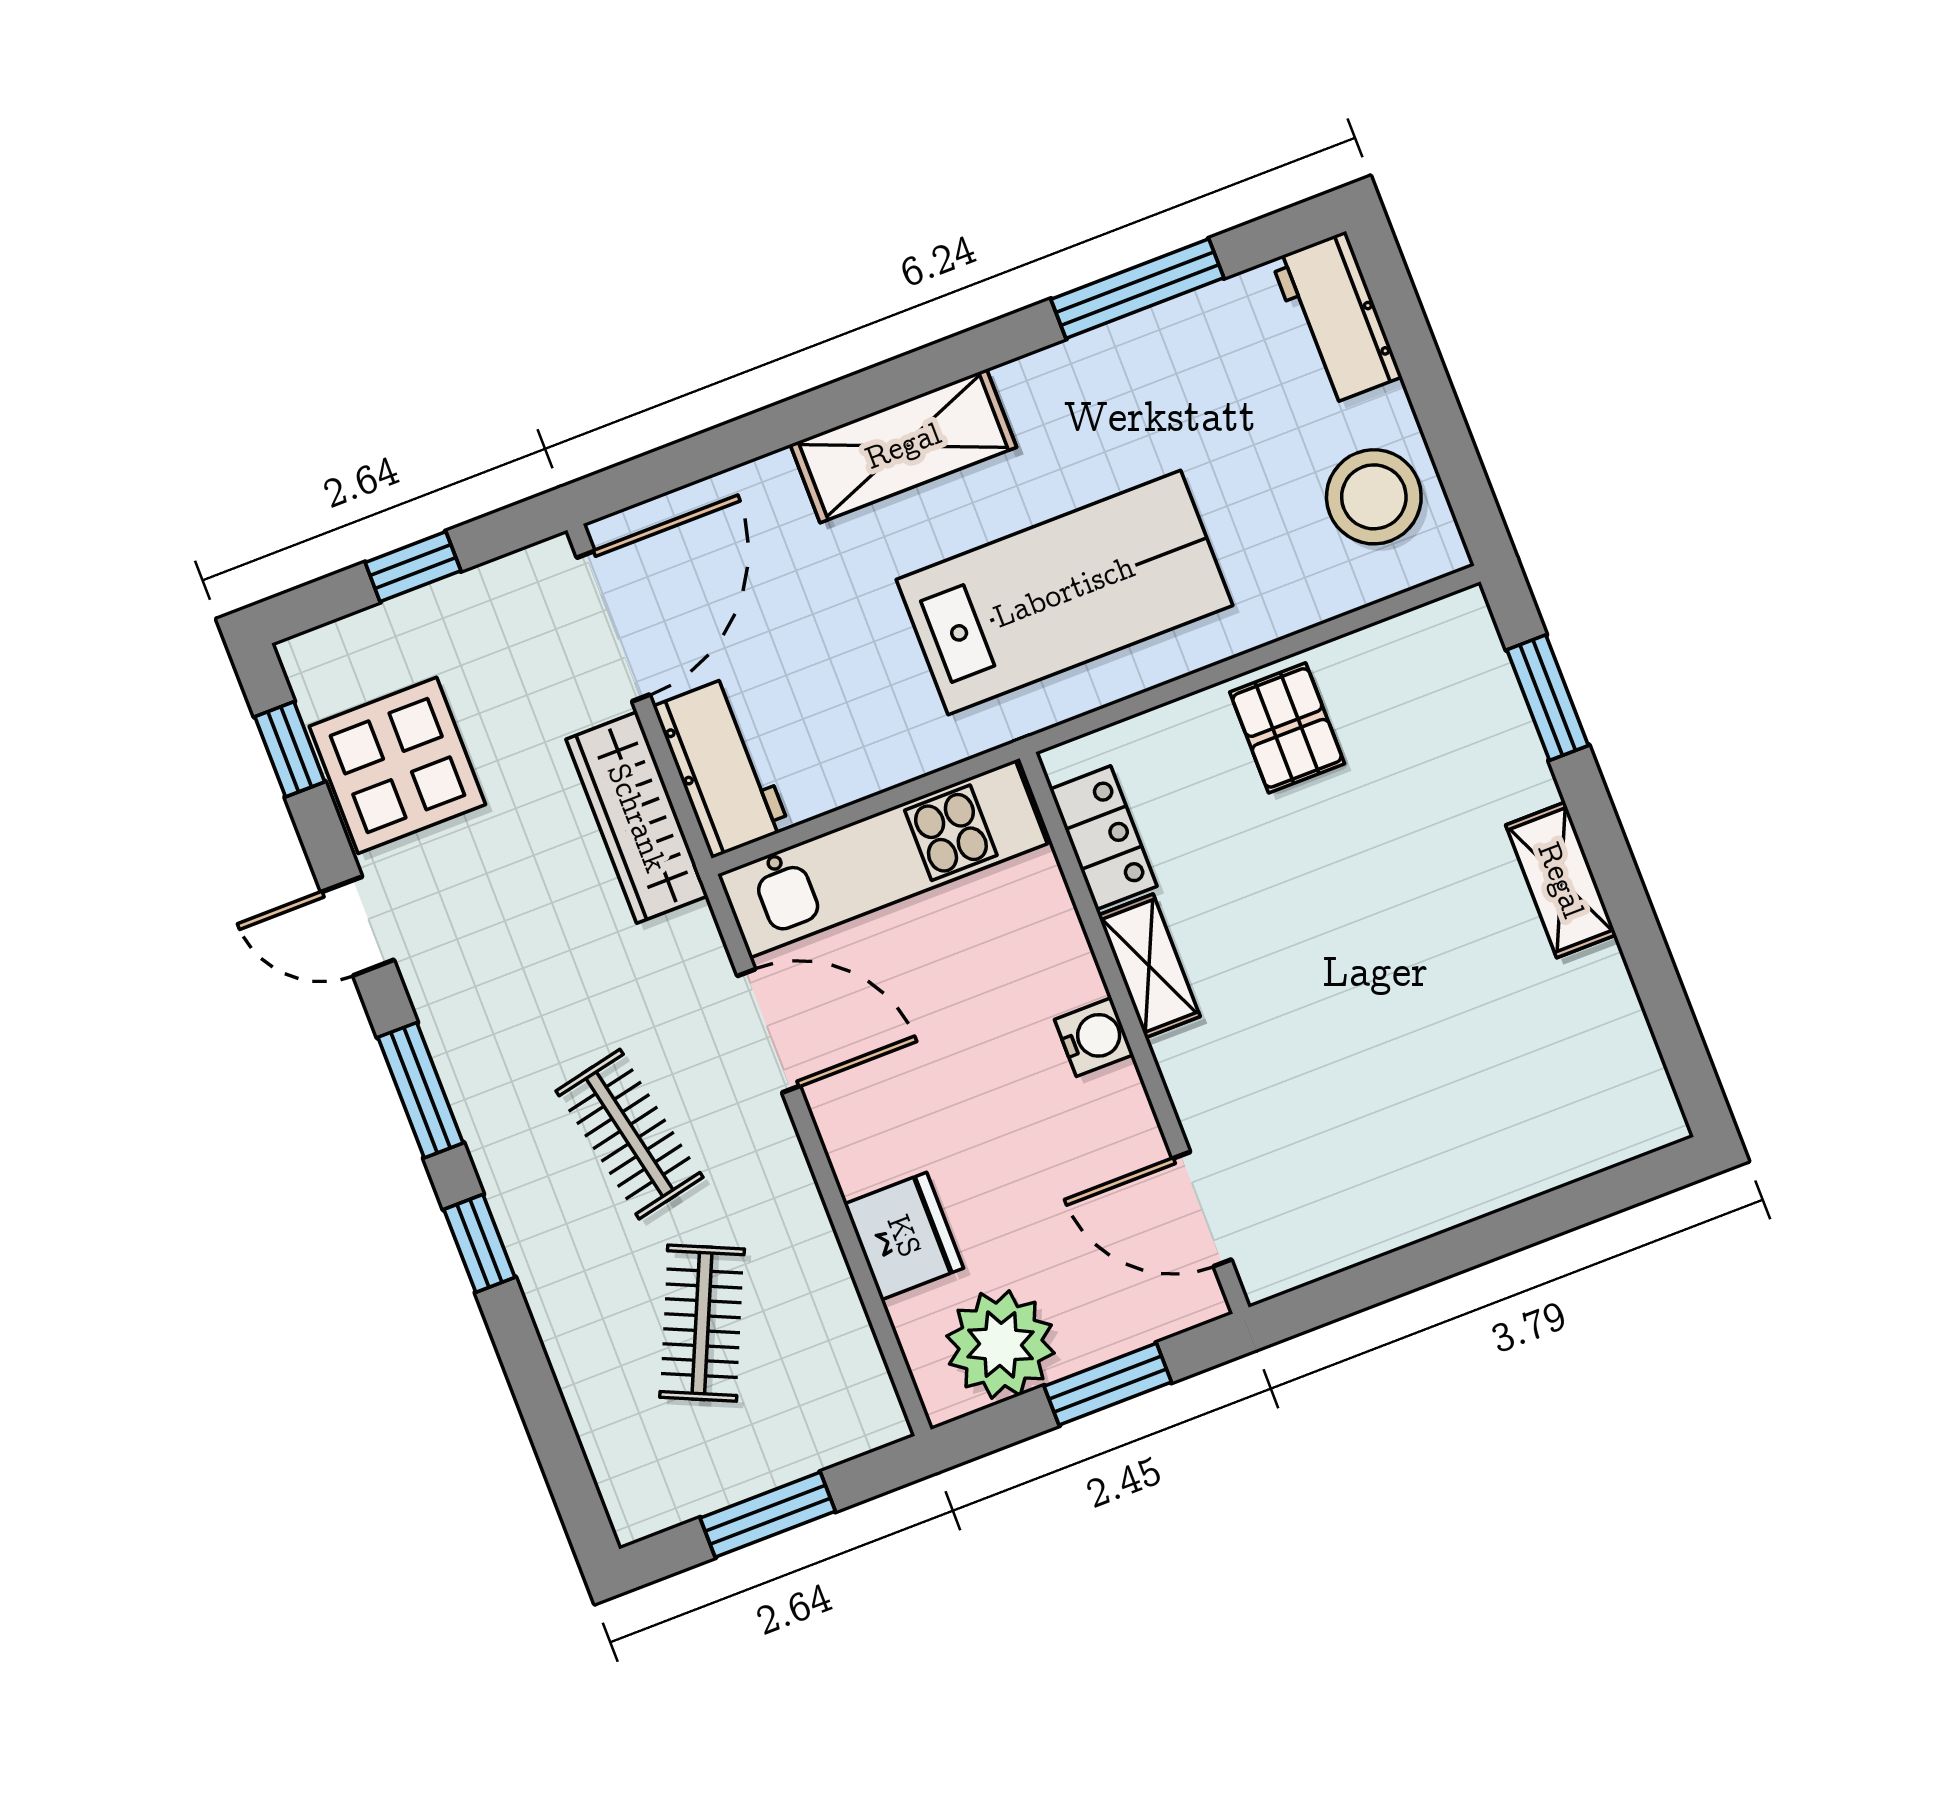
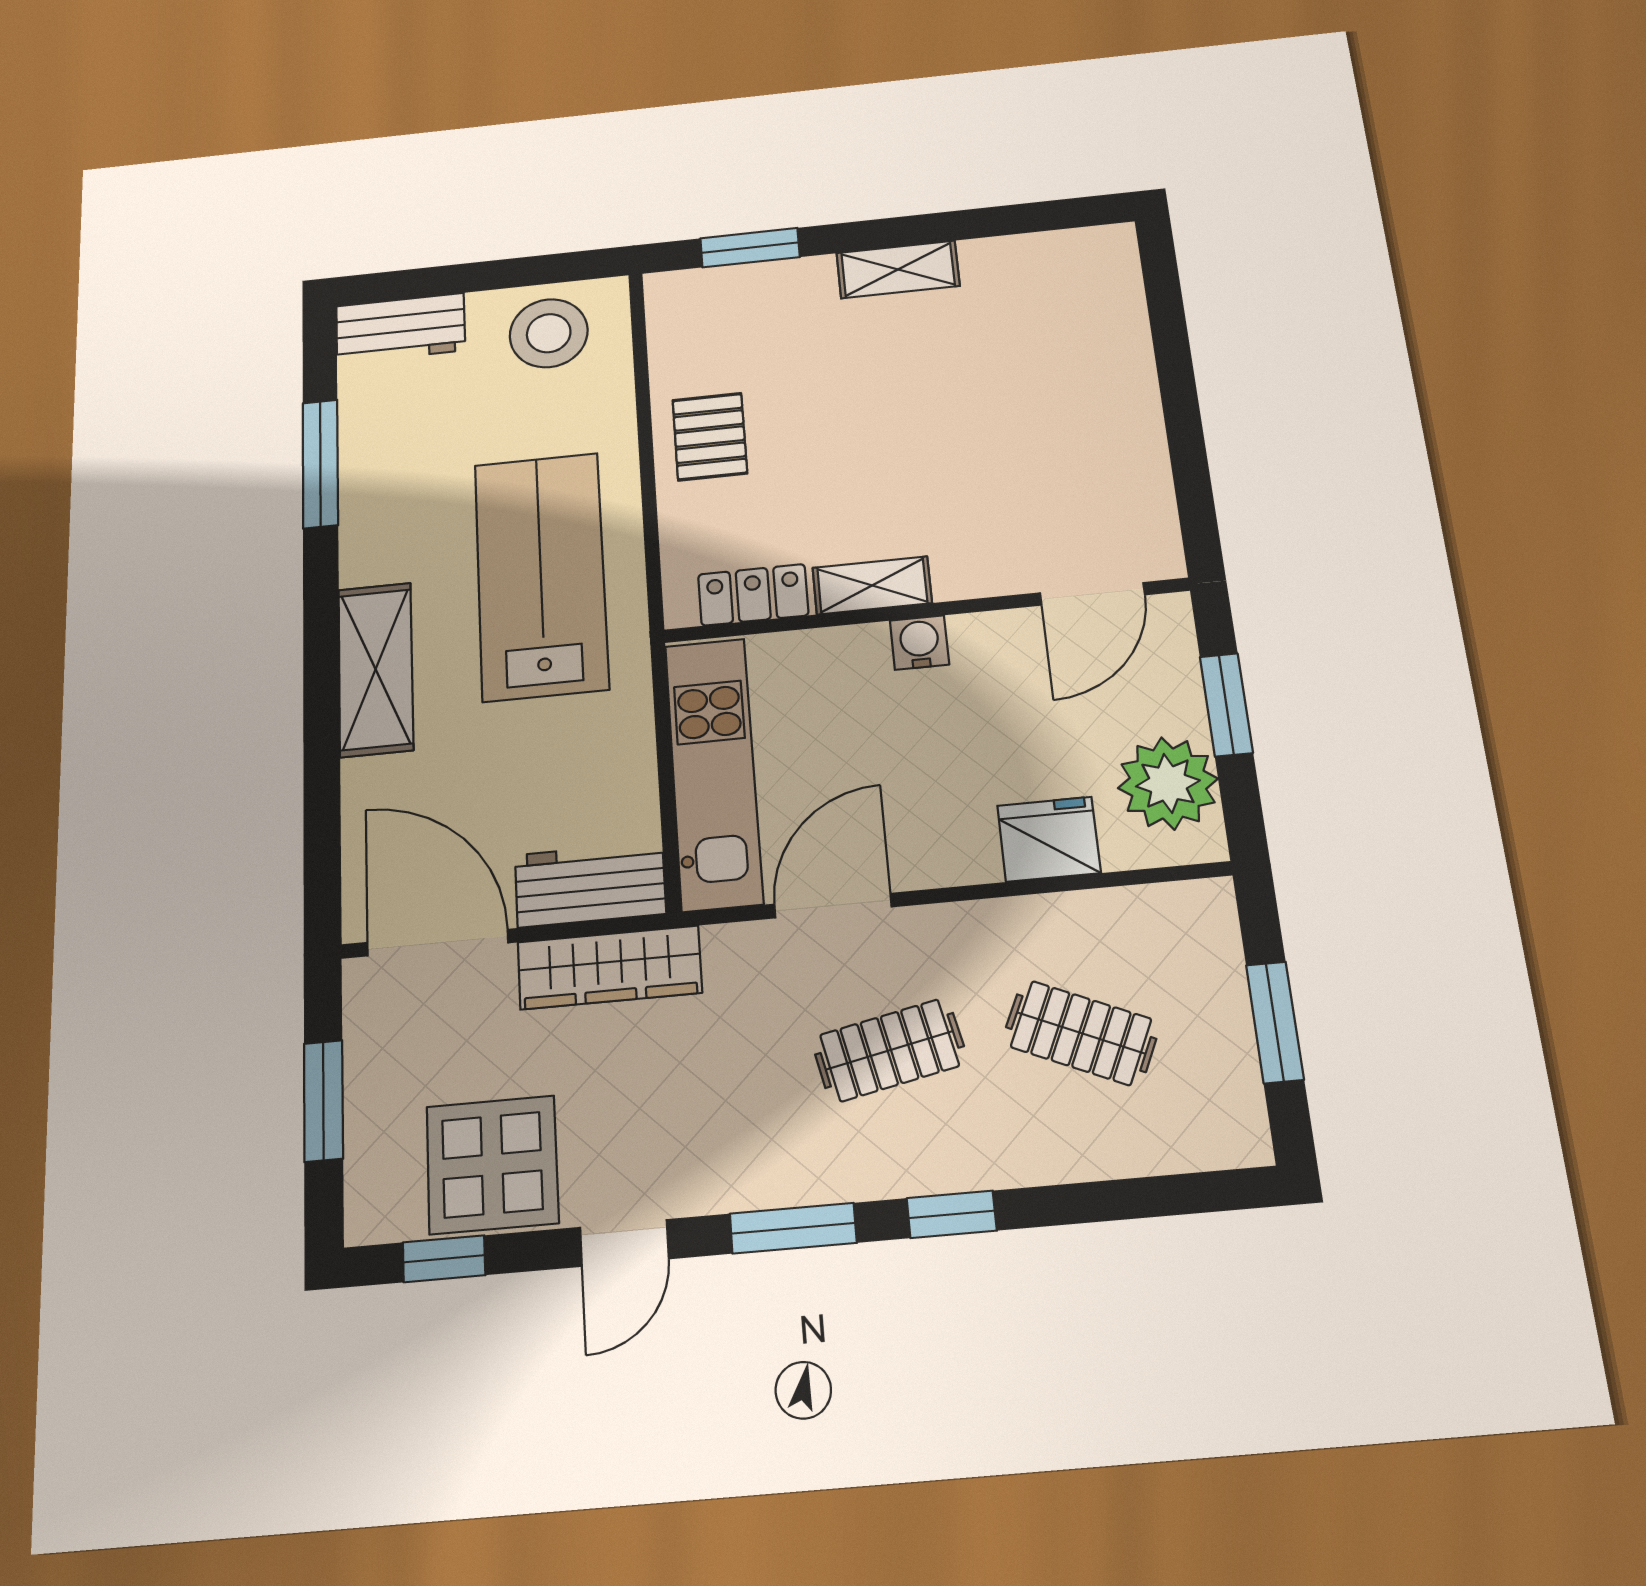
window: (413, 567) -> (323, 1101), width x1.50
pallet: (1287, 728) -> (710, 437), turned 90

